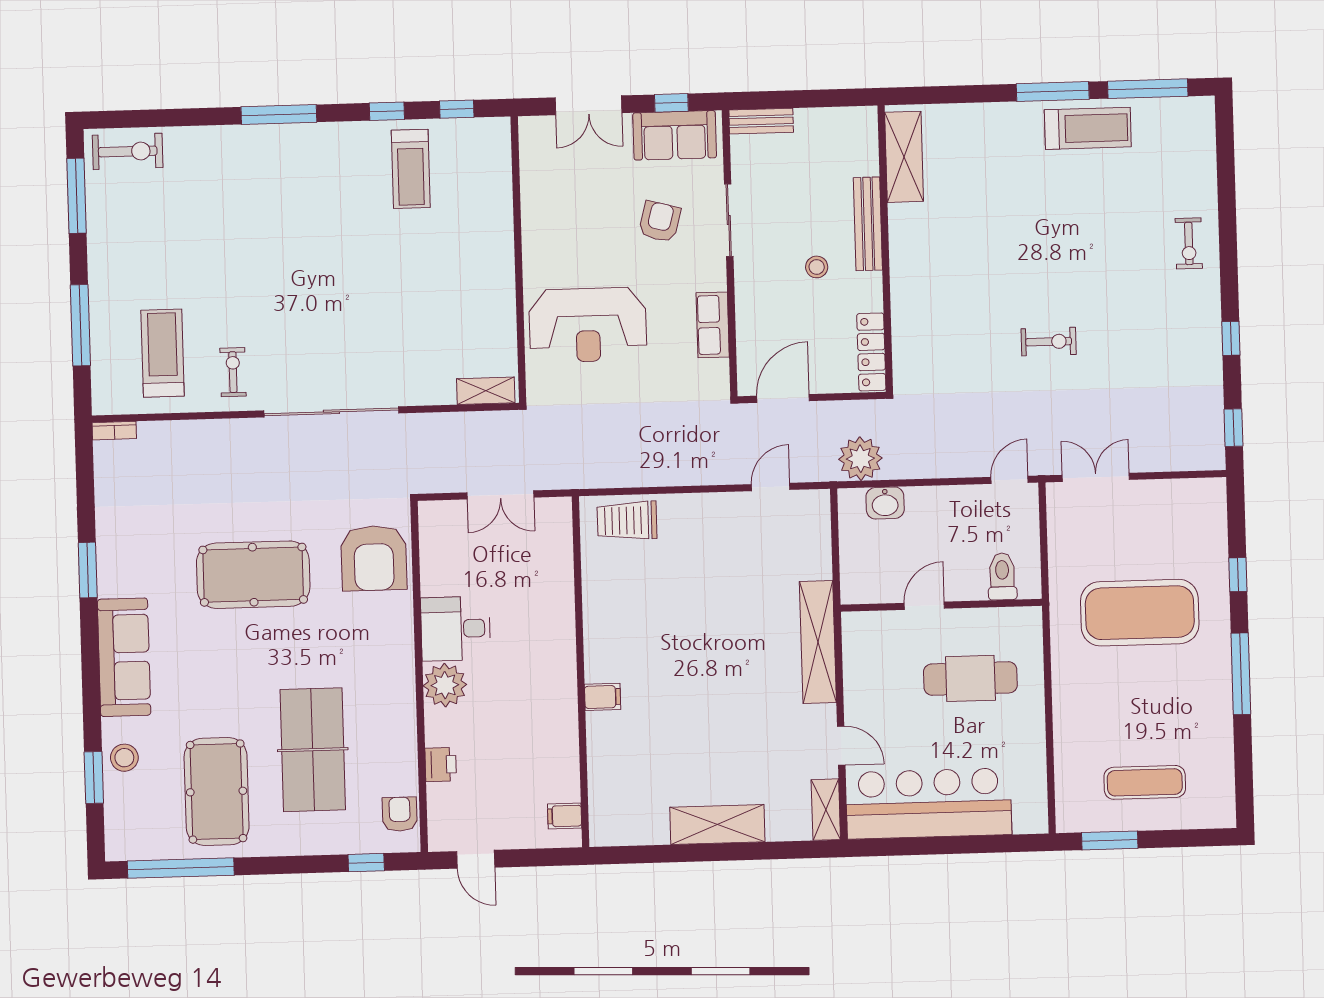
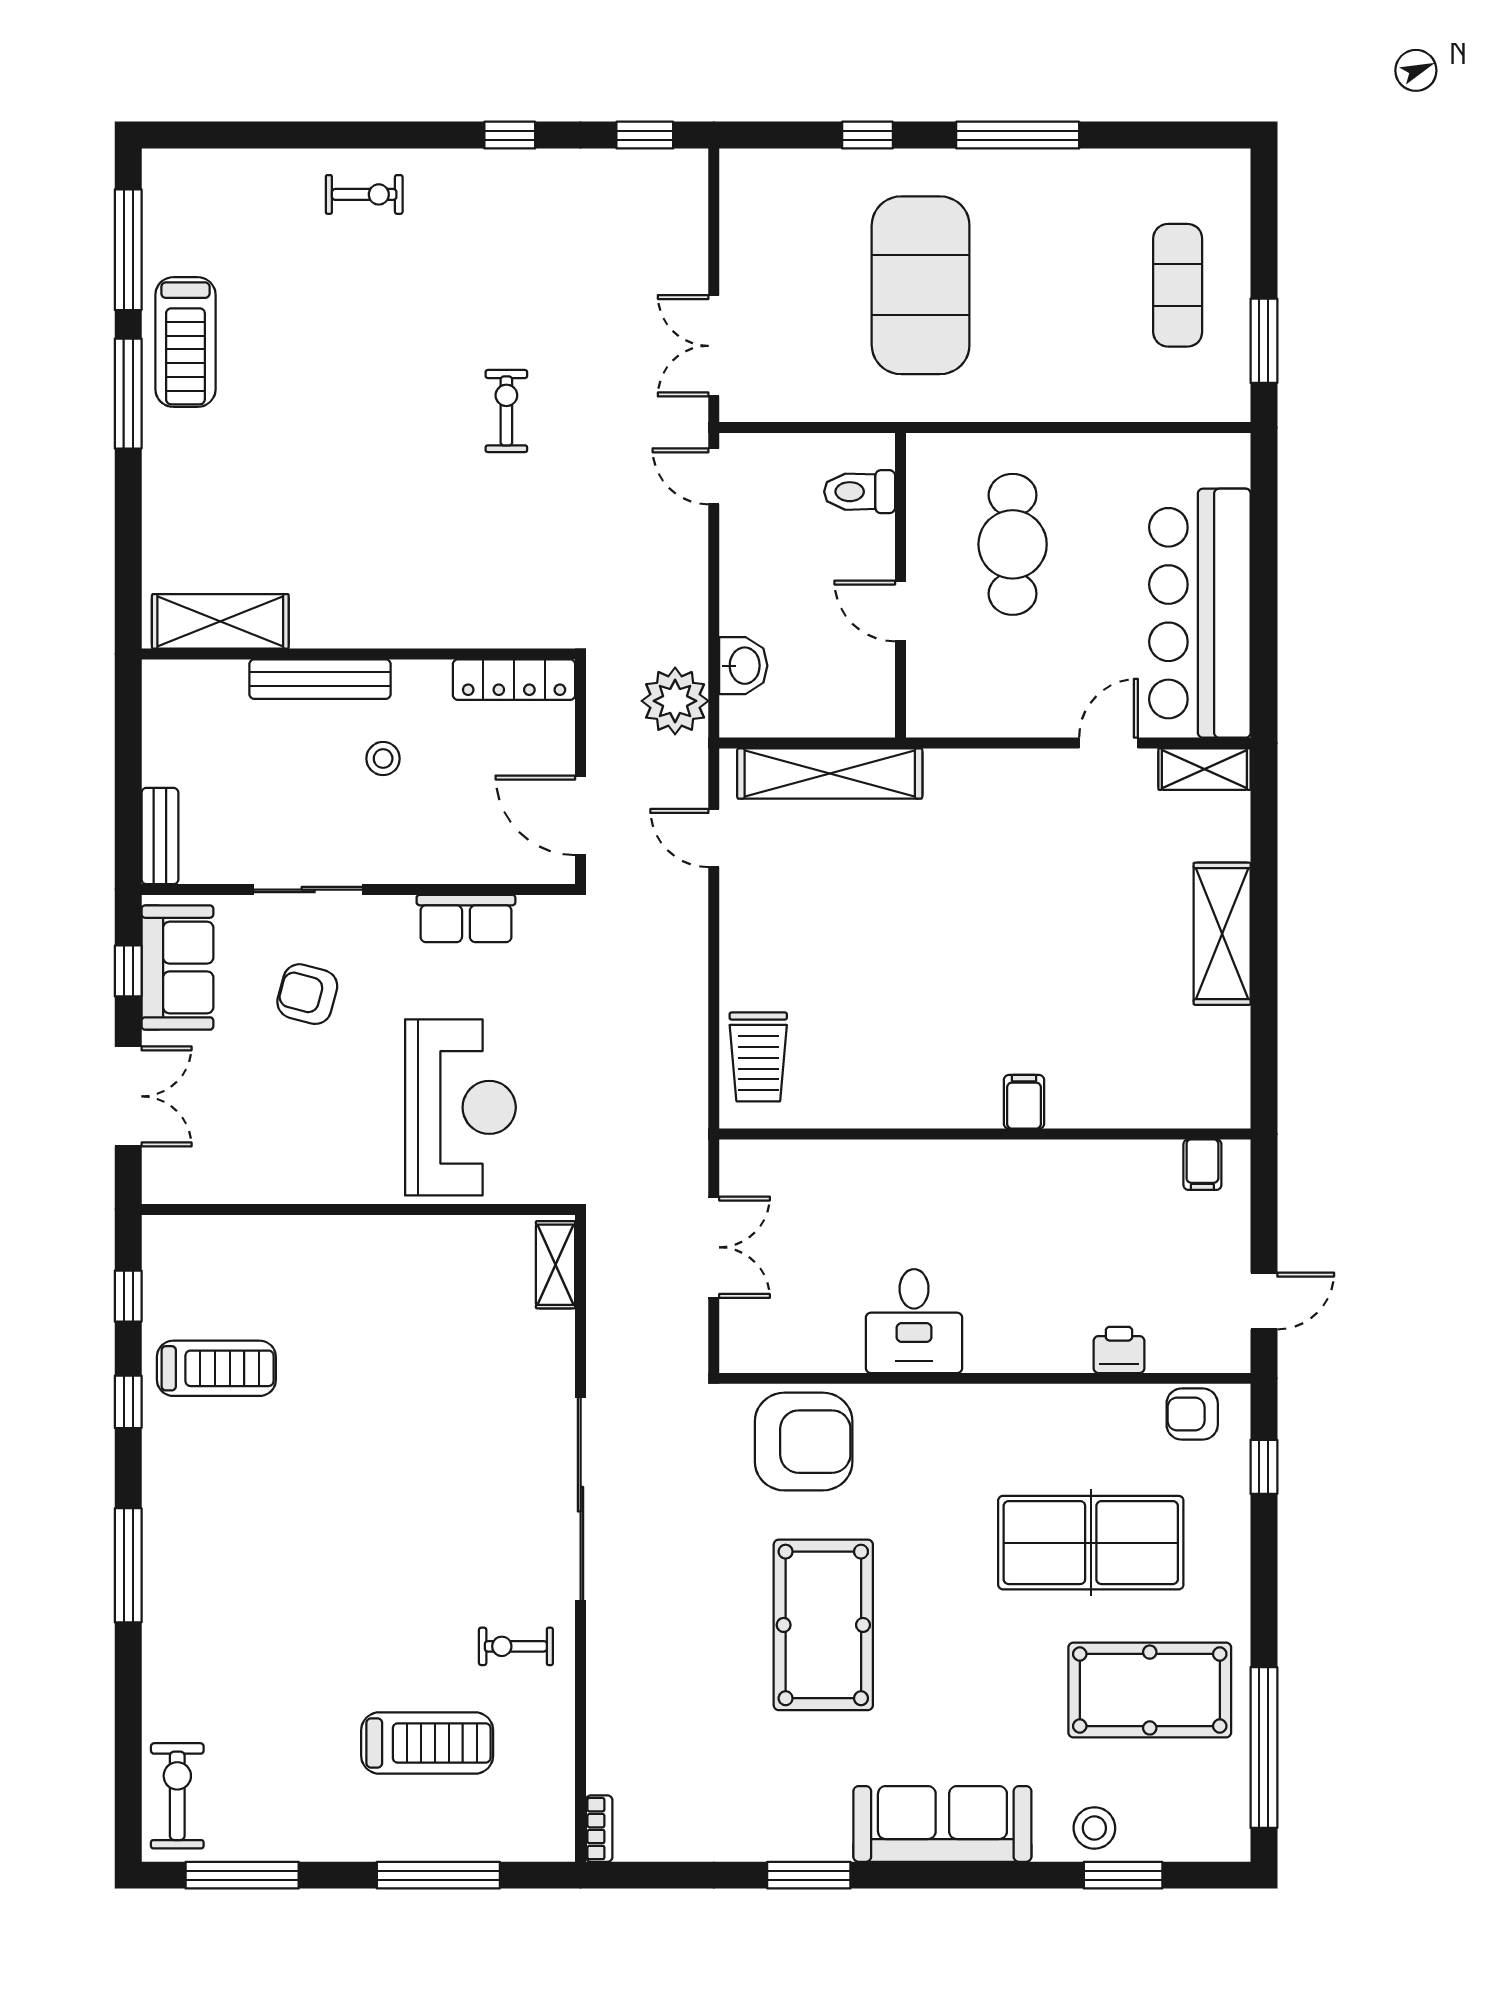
treadmill: (1088, 128) -> (185, 342), turned 180
treadmill: (163, 353) -> (427, 1743), moved, turned 180
shelving: (818, 642) -> (830, 773), moved
plant: (445, 685) -> (999, 1340), removed

